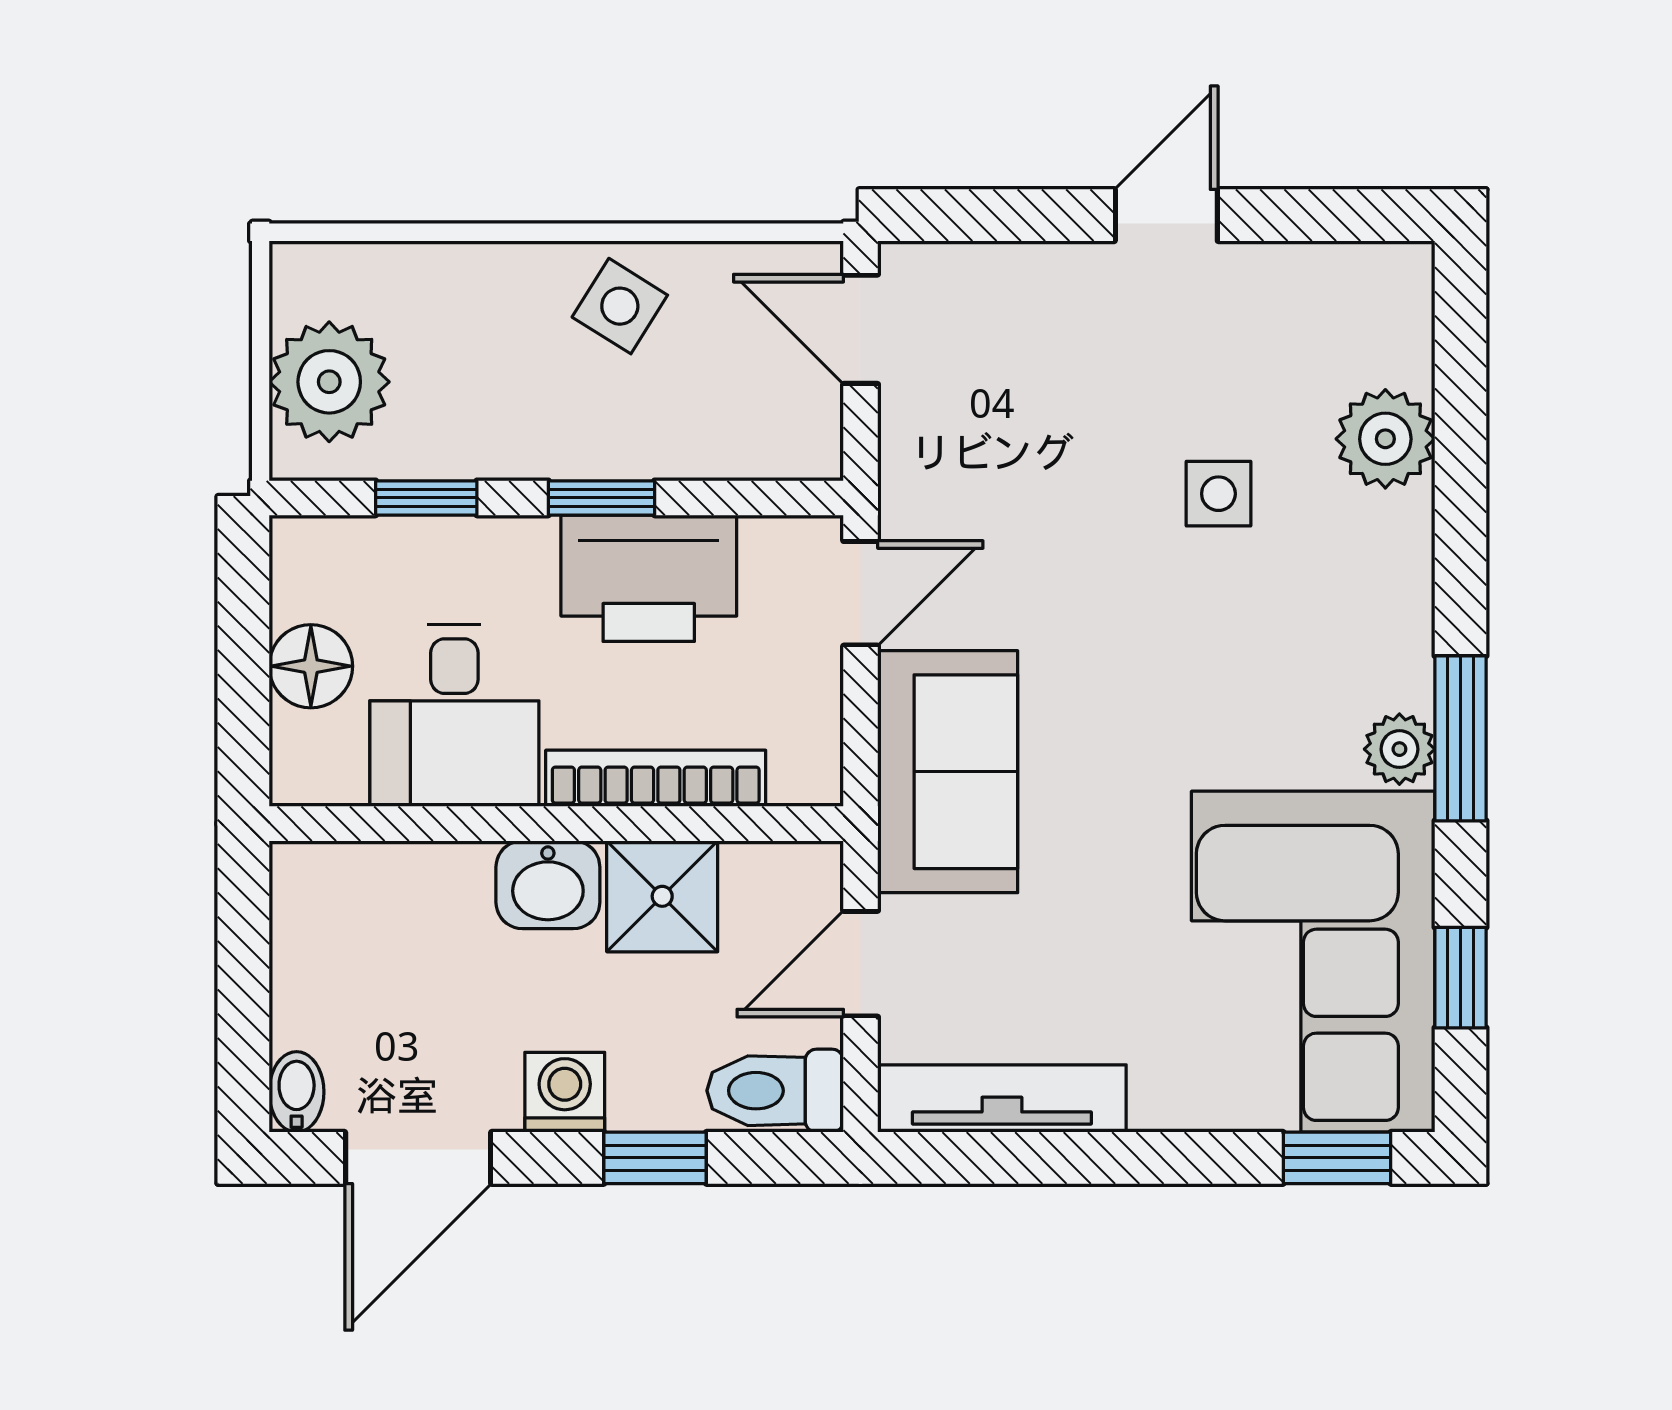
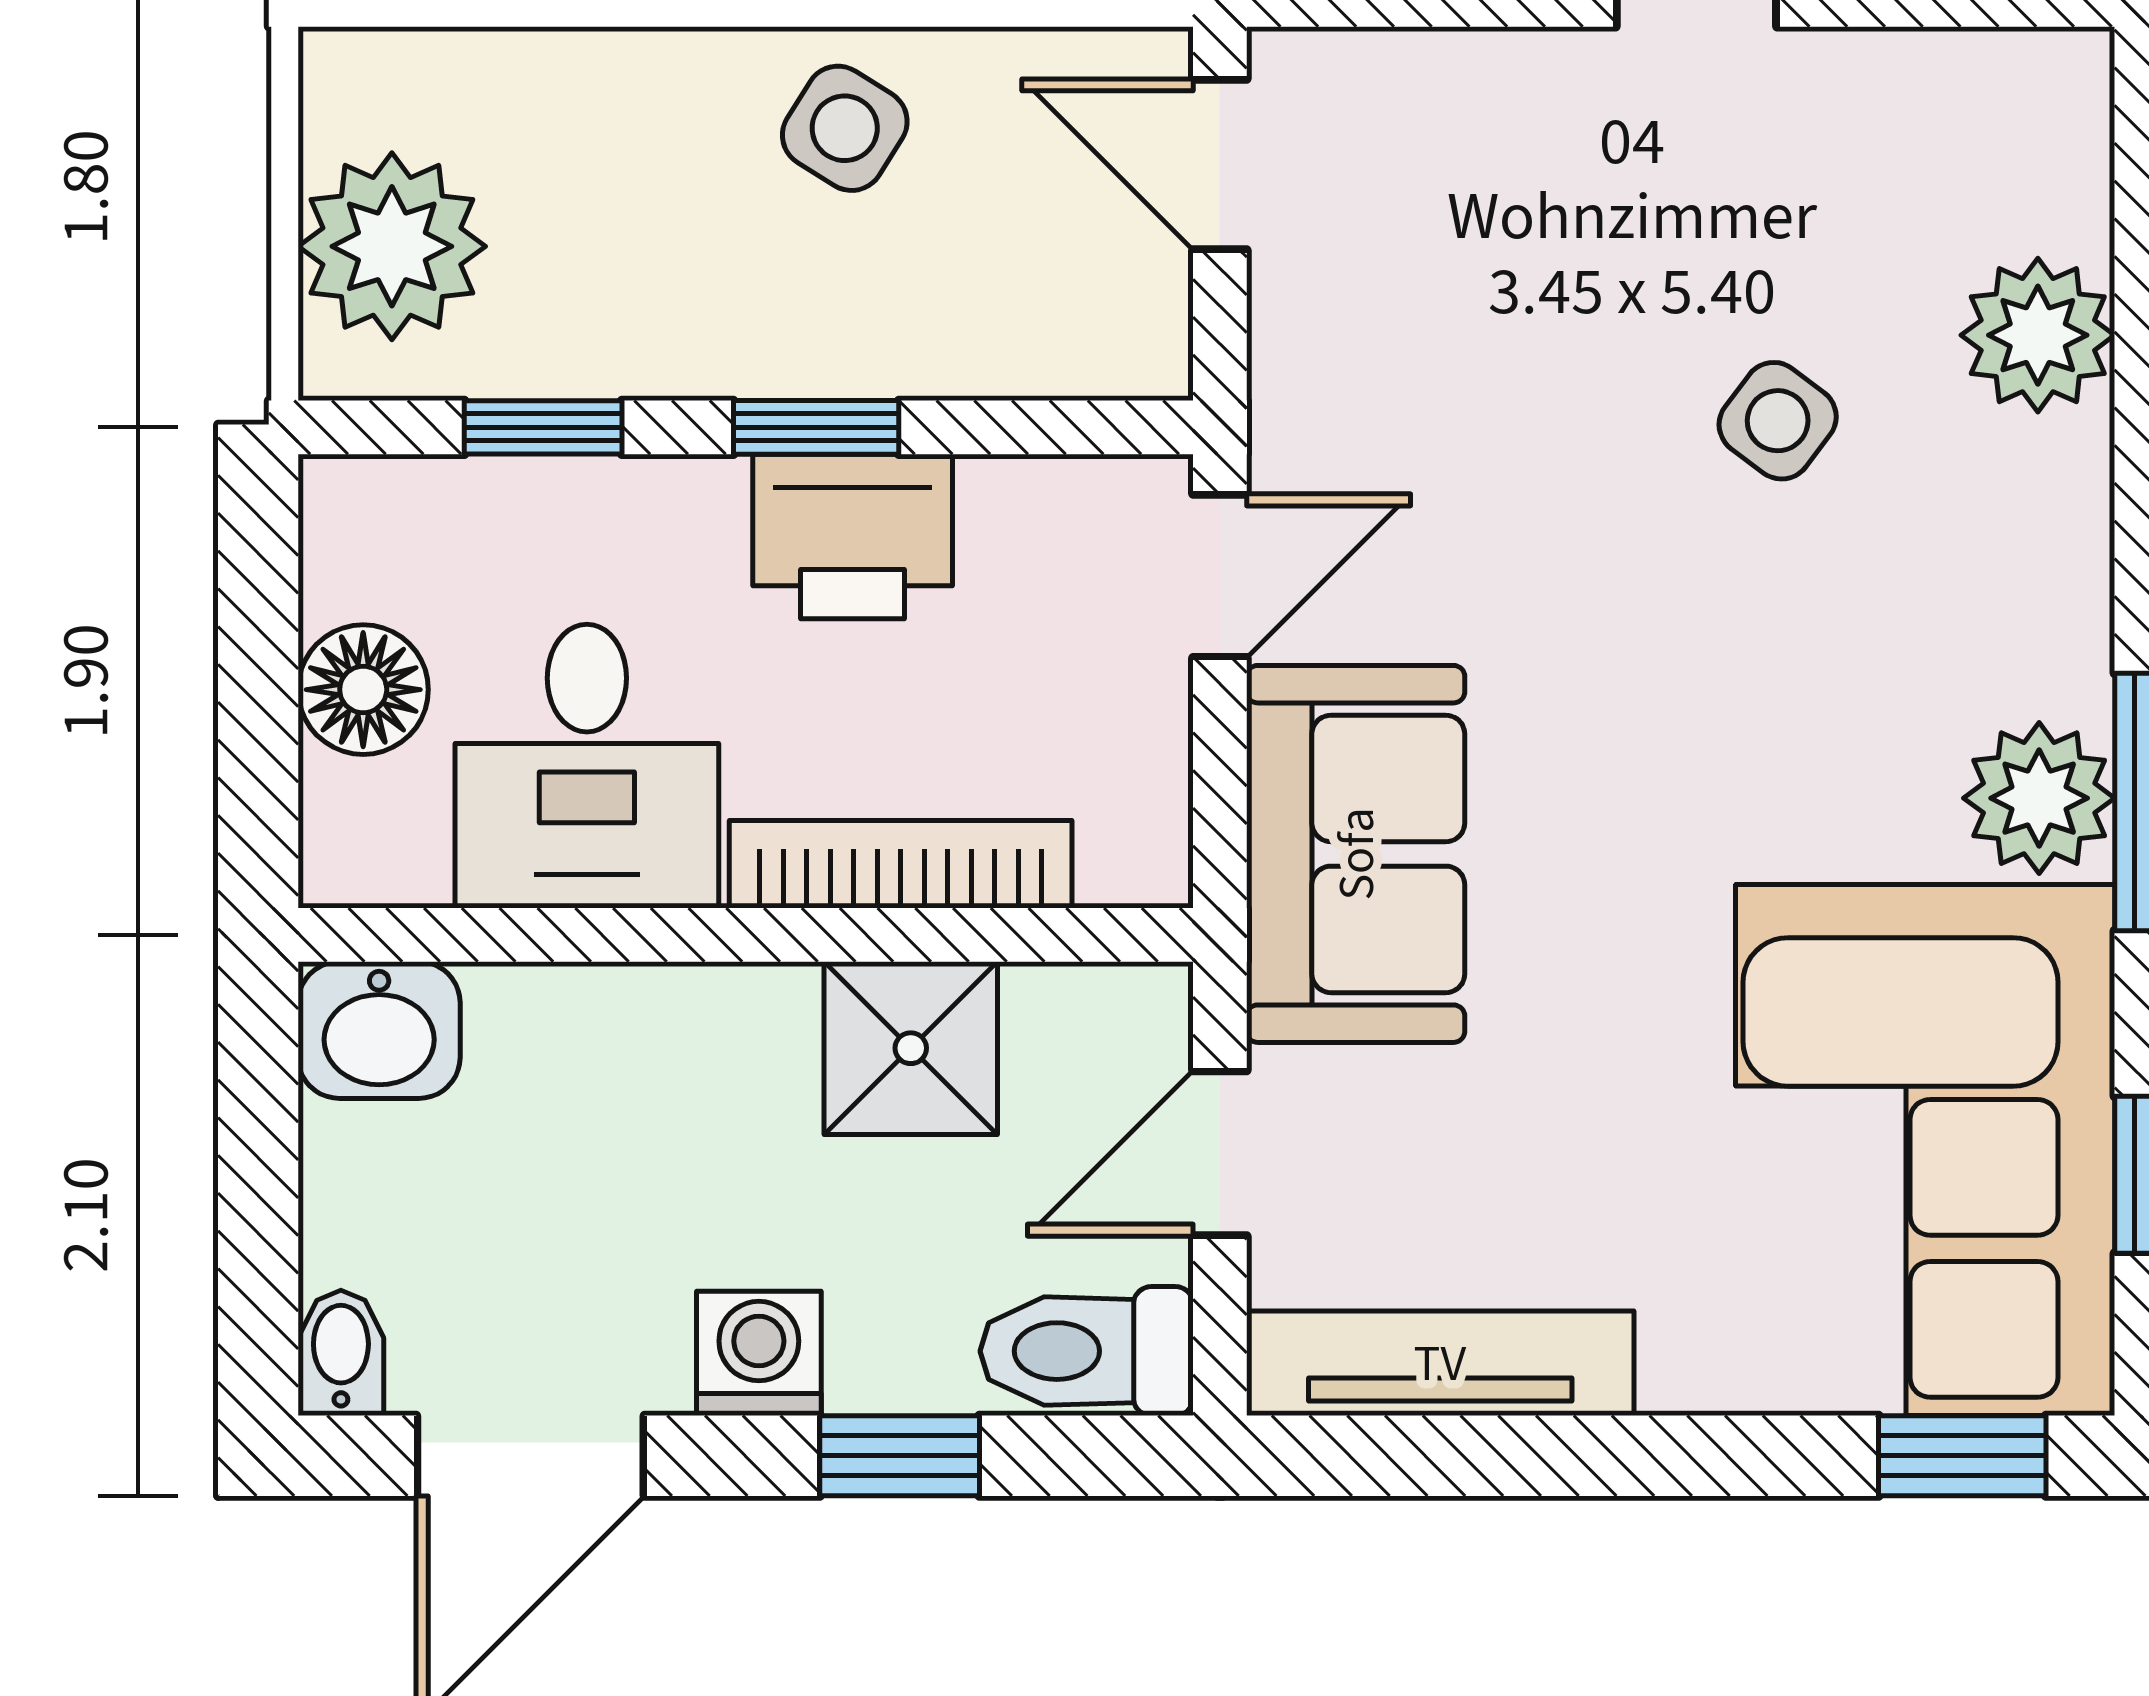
side table: (1218, 494) -> (1778, 421), turned 37
printer: (649, 578) -> (853, 536), width x0.73, depth x0.84
plant: (1399, 749) -> (2039, 798), width x1.38, depth x1.38
washbasin: (548, 885) -> (379, 1030), moved

